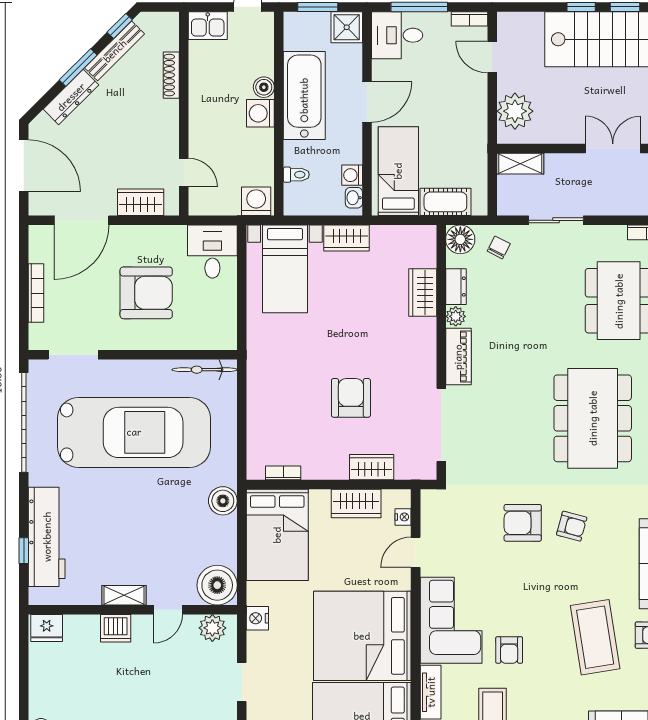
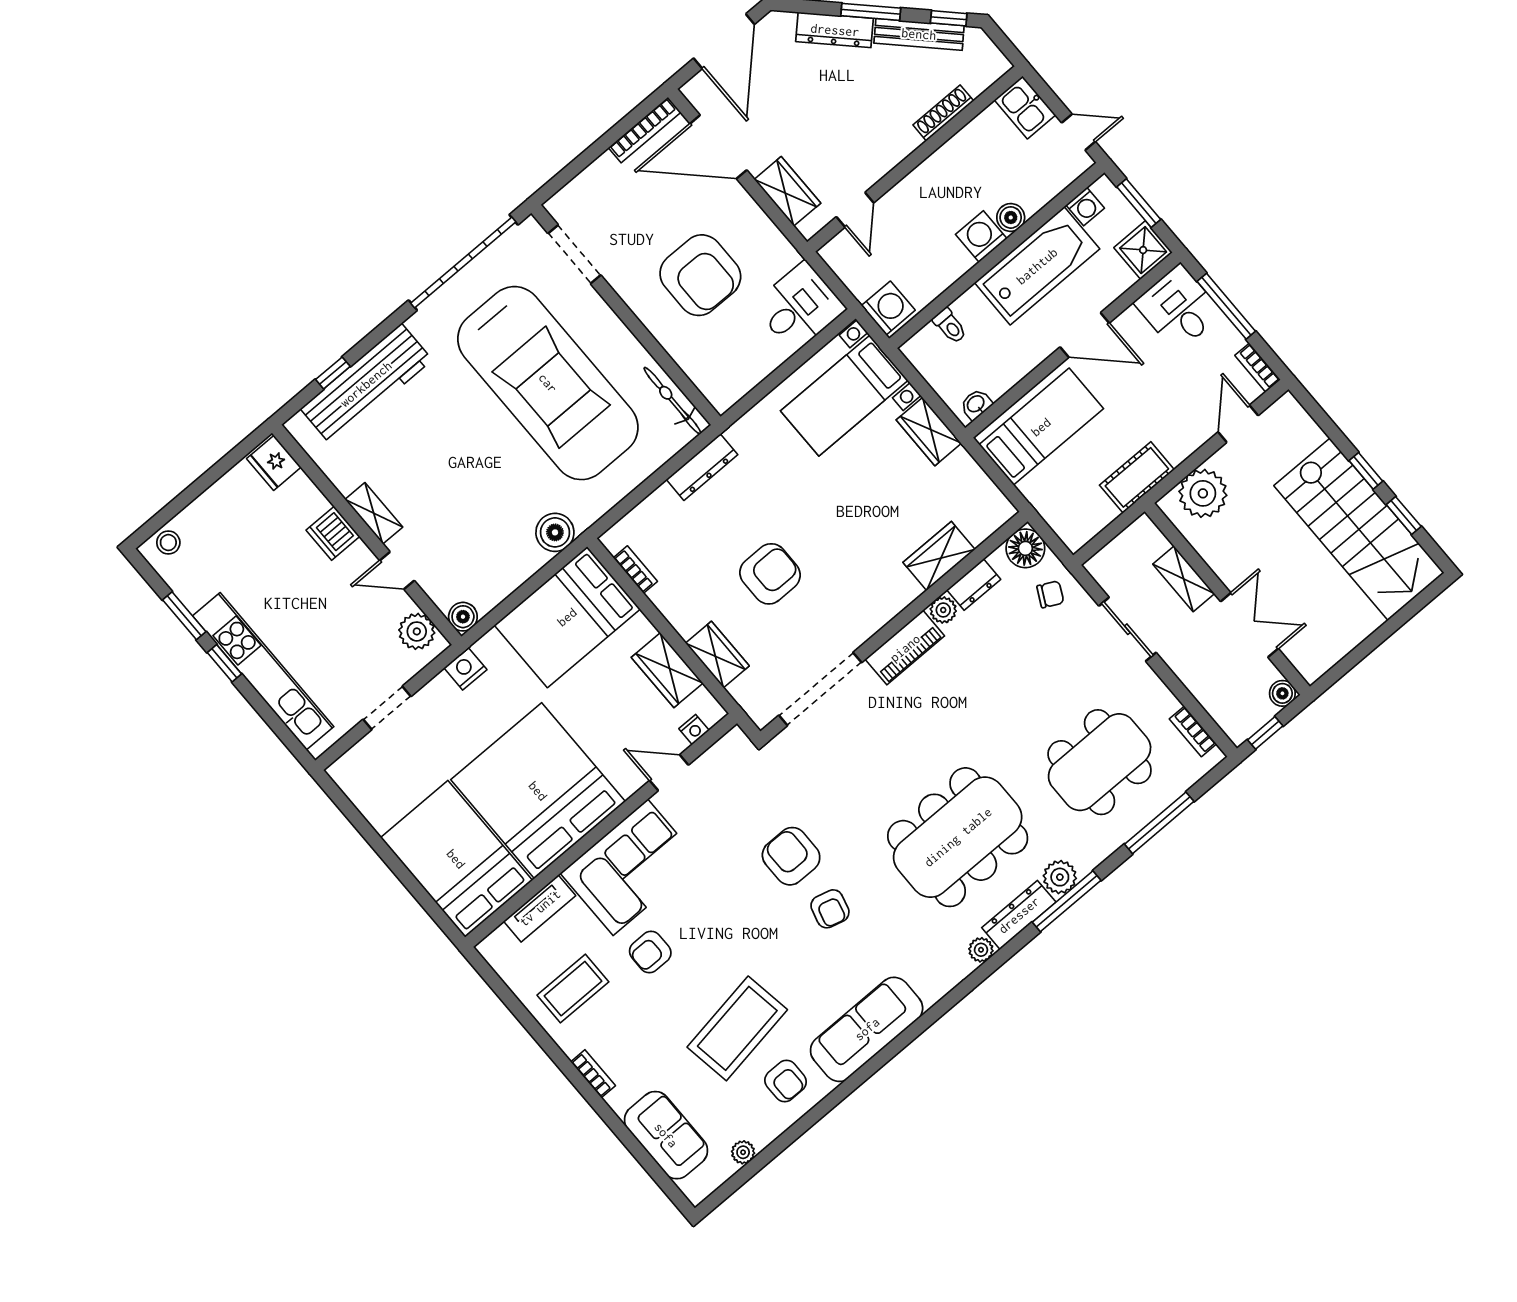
shelving: (520, 164) -> (1184, 579), moved
washing machine: (352, 175) -> (1085, 207), moved, turned 180
cot: (445, 202) -> (1137, 477), moved, turned 90
bookcase: (36, 293) -> (645, 130), moved
dresser: (257, 385) -> (702, 467), added
boiler: (217, 585) -> (463, 617), width x0.54, depth x0.54

